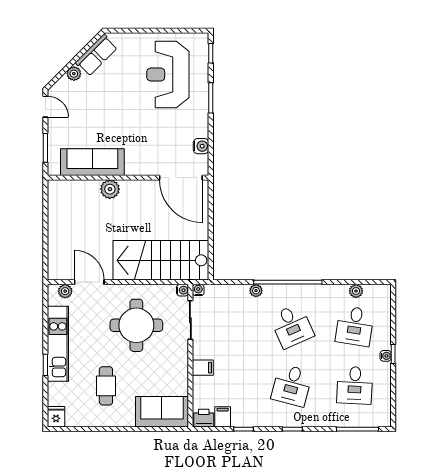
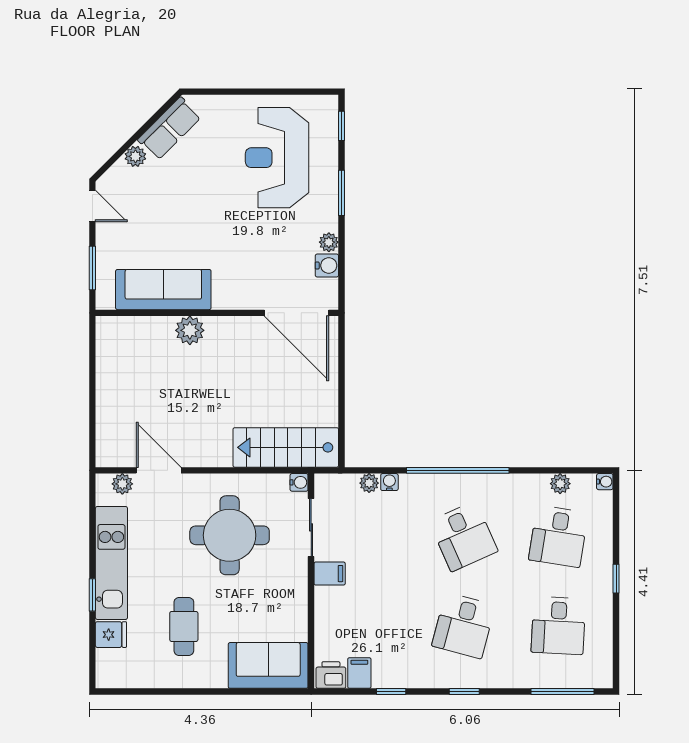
plant: (202, 131) -> (329, 242), added
stairs: (161, 260) -> (286, 447), width x0.73, depth x0.66
water cooler: (198, 290) -> (389, 482), moved
plant: (256, 291) -> (369, 483), moved
water cooler: (386, 356) -> (605, 482), moved
filing cabinet: (203, 368) -> (330, 574), moved
fridge: (56, 417) -> (111, 635), moved, turned 90

